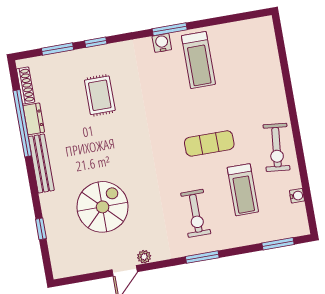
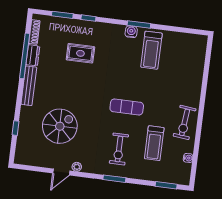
rug: (100, 95) -> (80, 53), turned 90
exercise mat: (209, 143) -> (127, 107), moved

